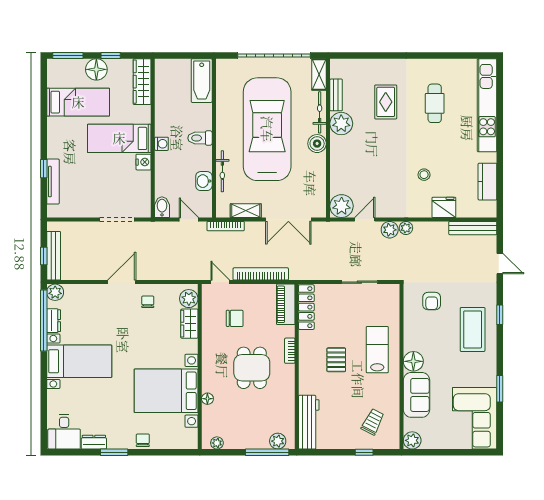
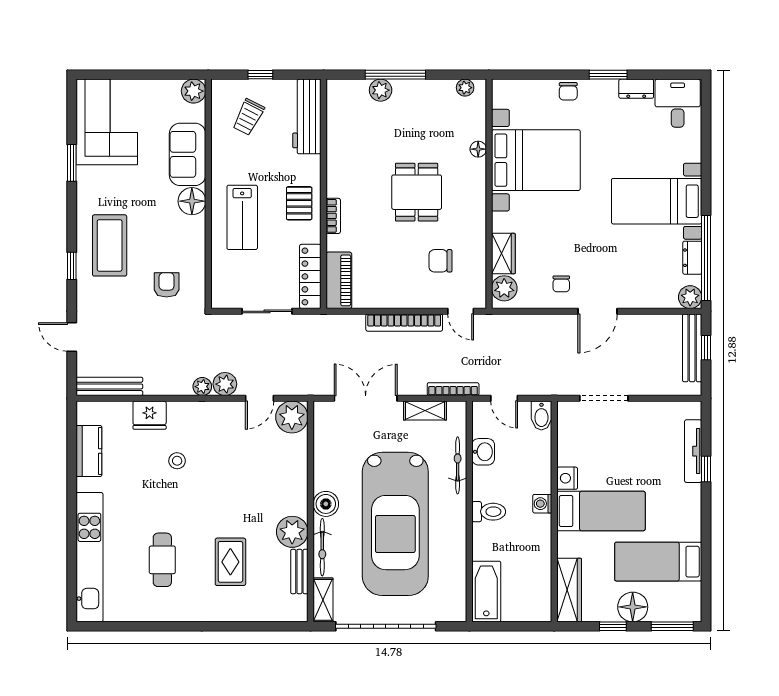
piano: (286, 304) -> (339, 280), moved
locker: (306, 307) -> (310, 276), moved
bookcase: (290, 351) -> (333, 216), moved
wall: (297, 367) -> (324, 194), moved
workbench: (309, 422) -> (307, 116), moved

